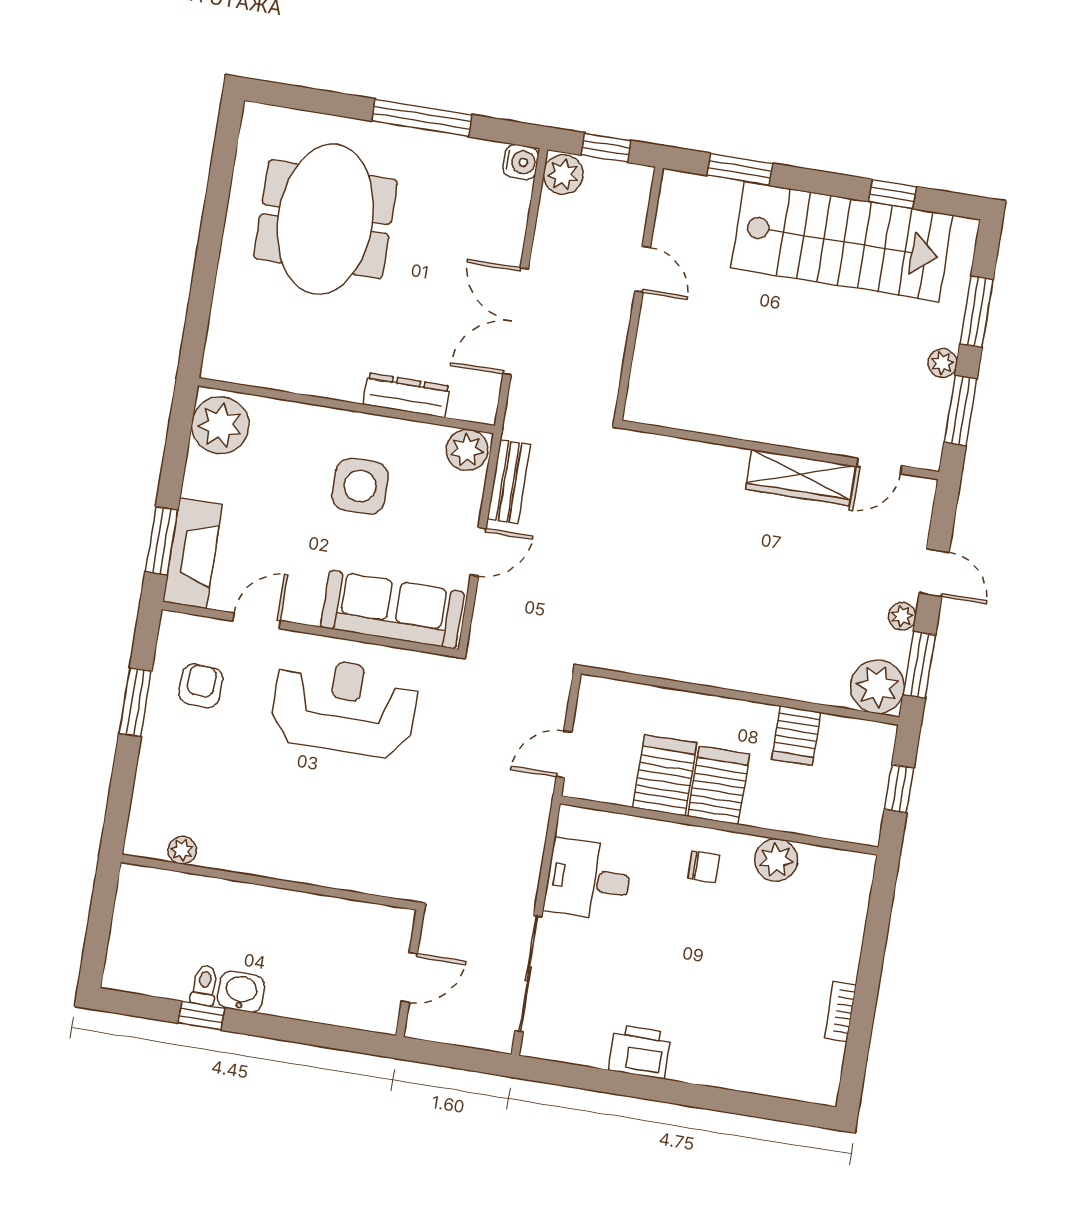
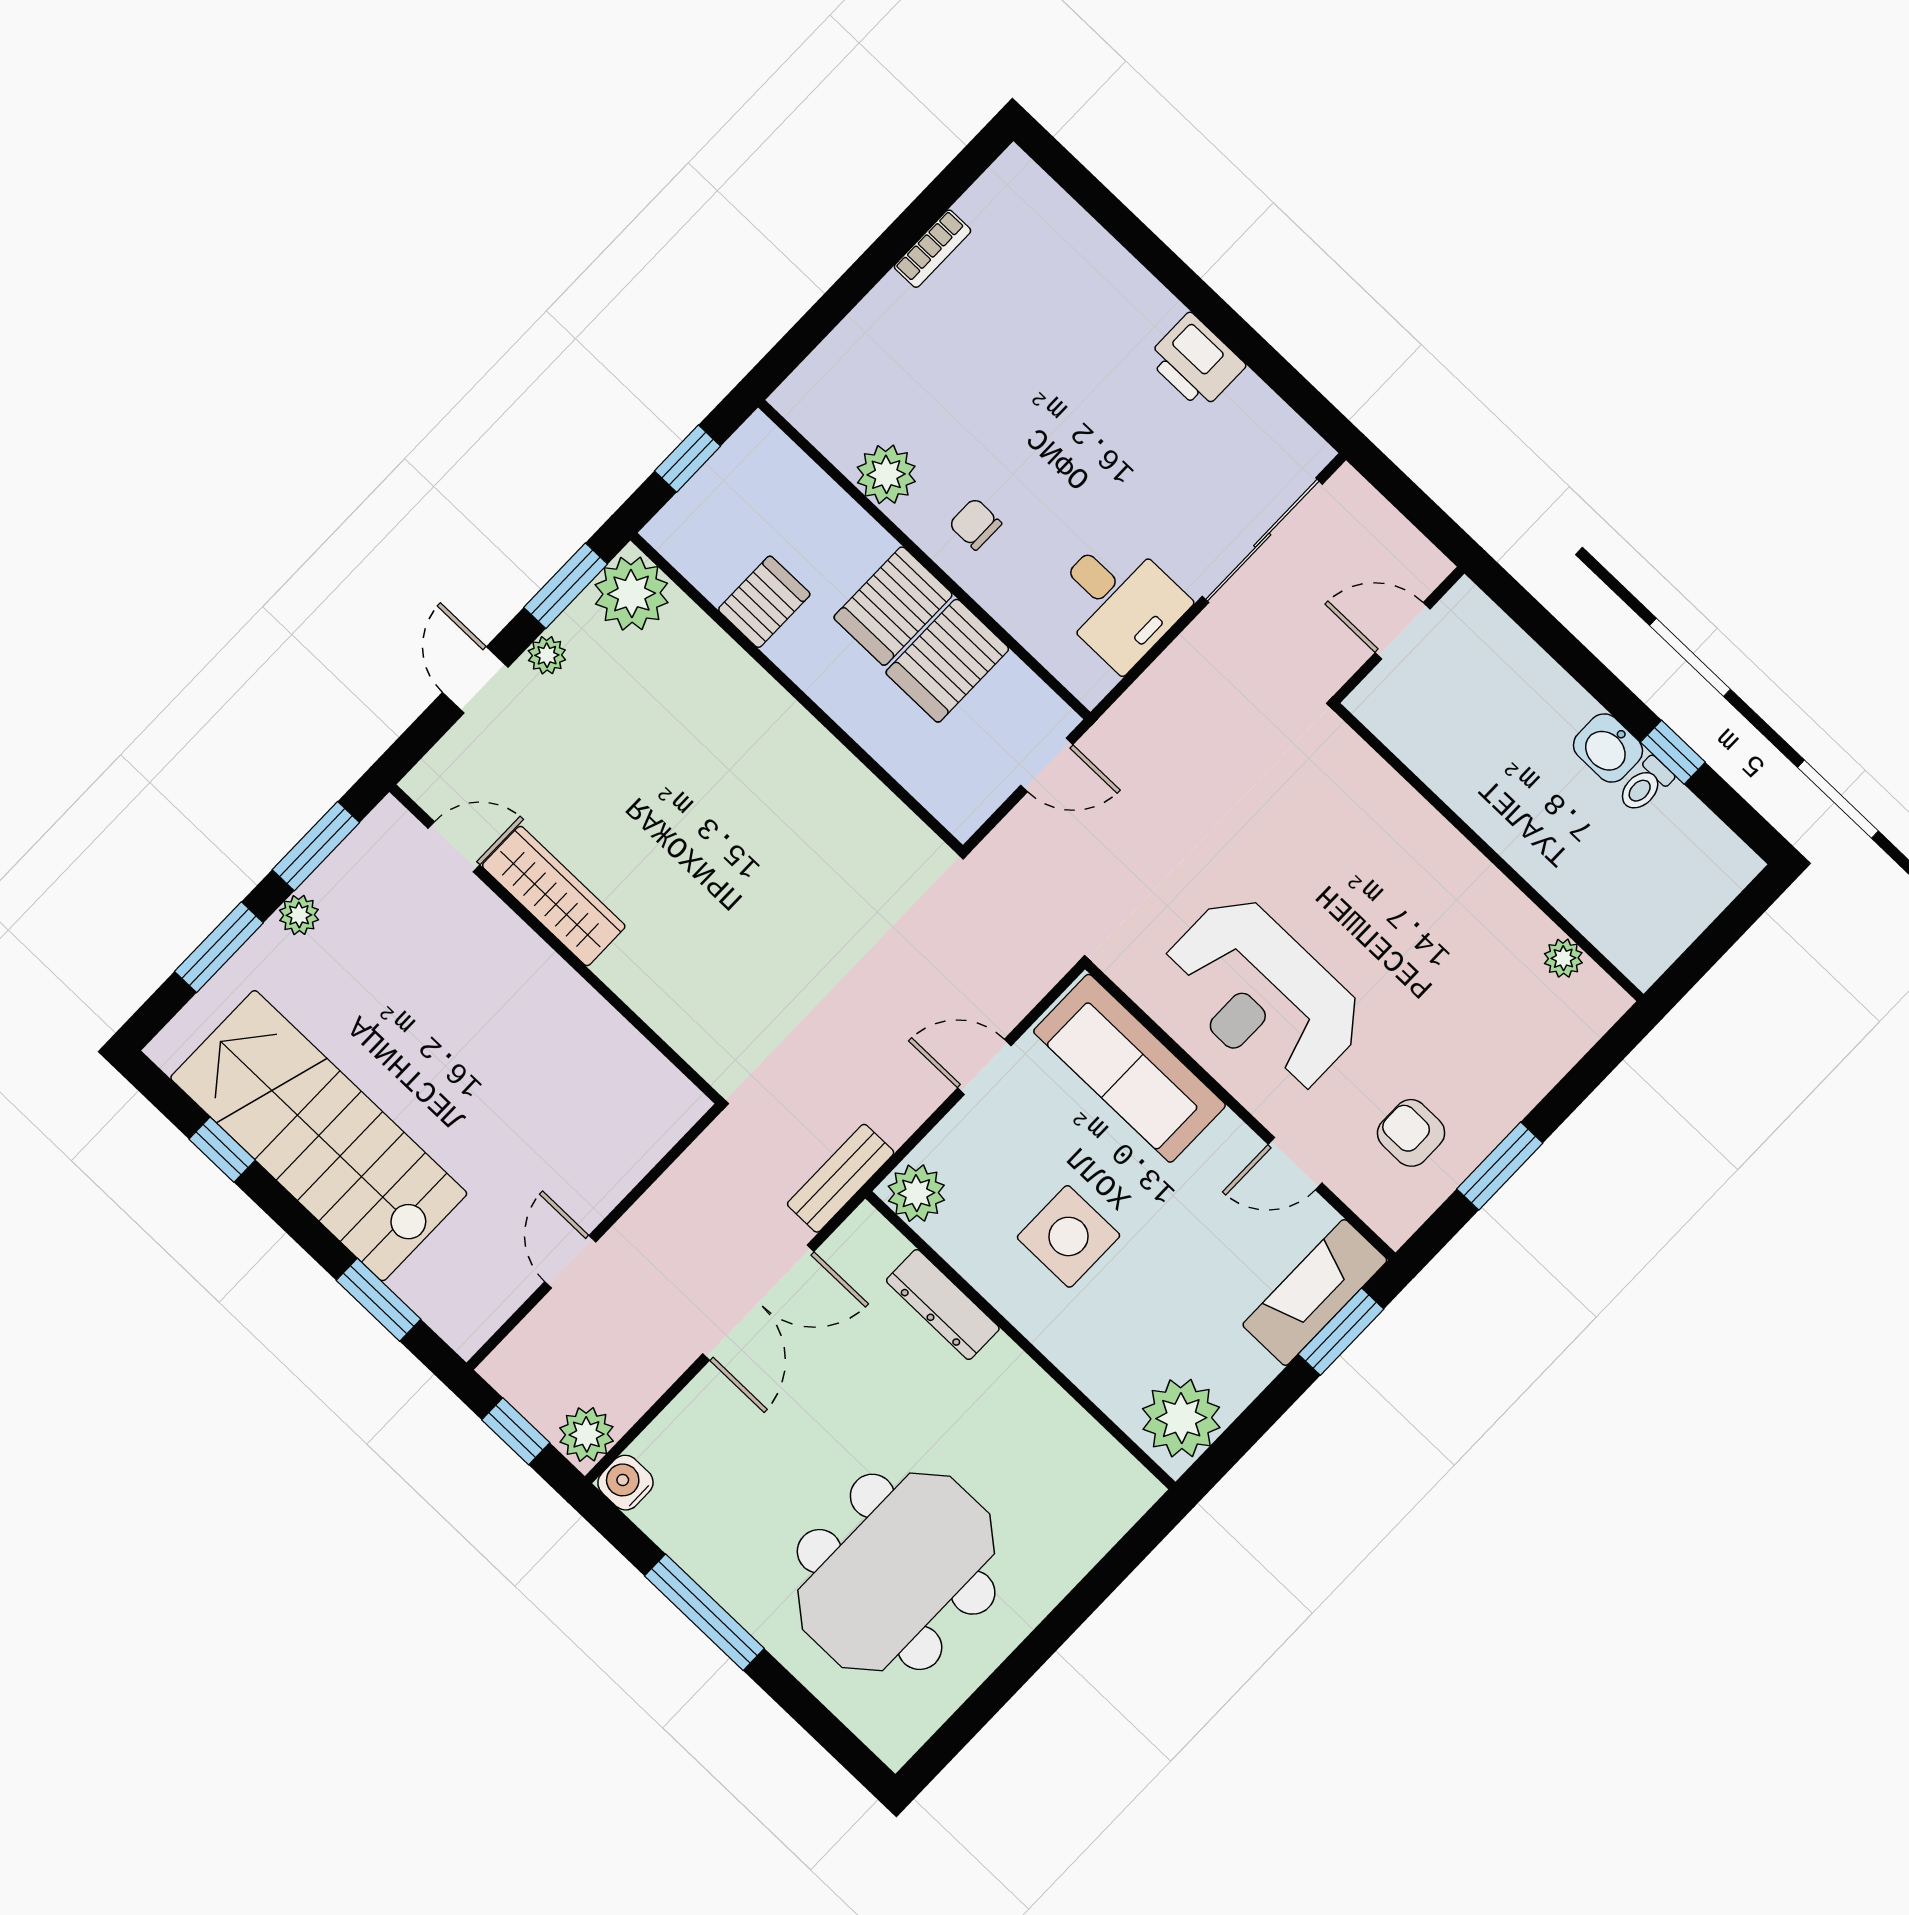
bench: (509, 482) -> (841, 1178), moved
armchair: (201, 686) -> (1411, 1133), turned 87

